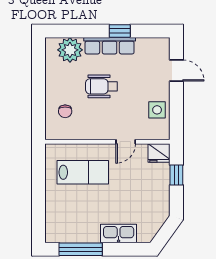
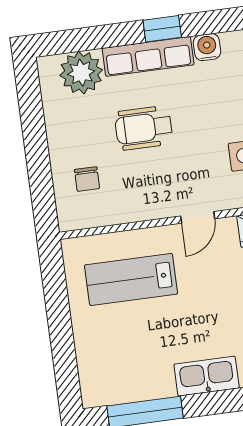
water cooler: (144, 45) -> (207, 47), added
lab bench: (83, 172) -> (131, 280), turned 180

